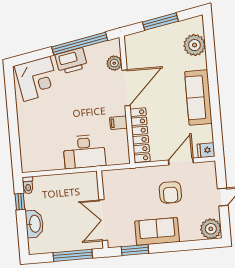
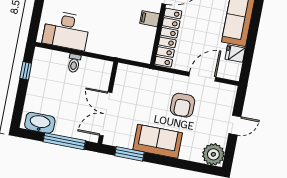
fridge: (206, 150) -> (235, 54), moved
desk: (84, 152) -> (66, 31), moved
toilet: (28, 185) -> (74, 63), moved
washbasin: (34, 224) -> (40, 123), moved, turned -90

